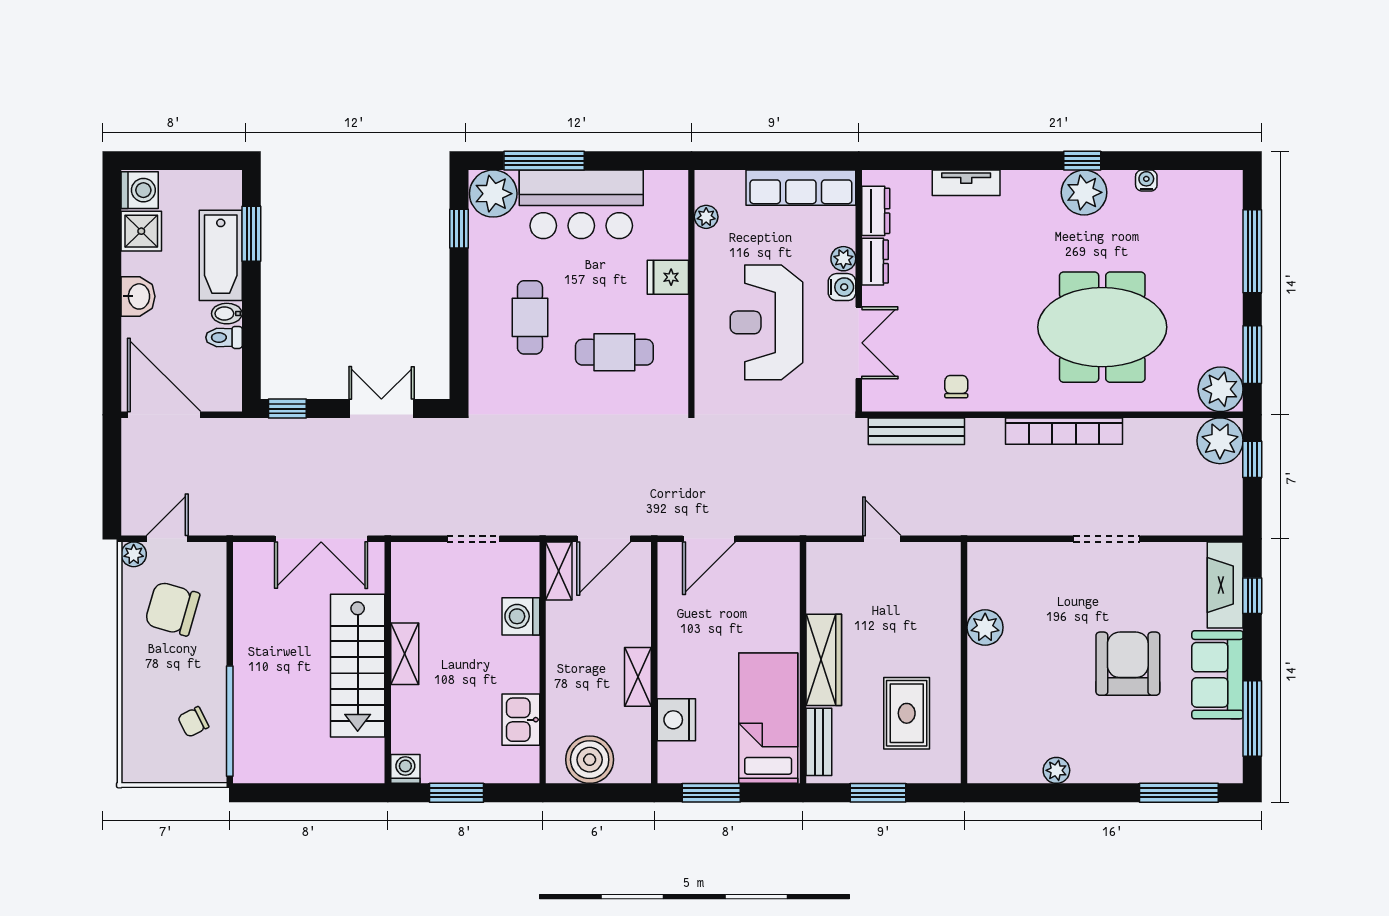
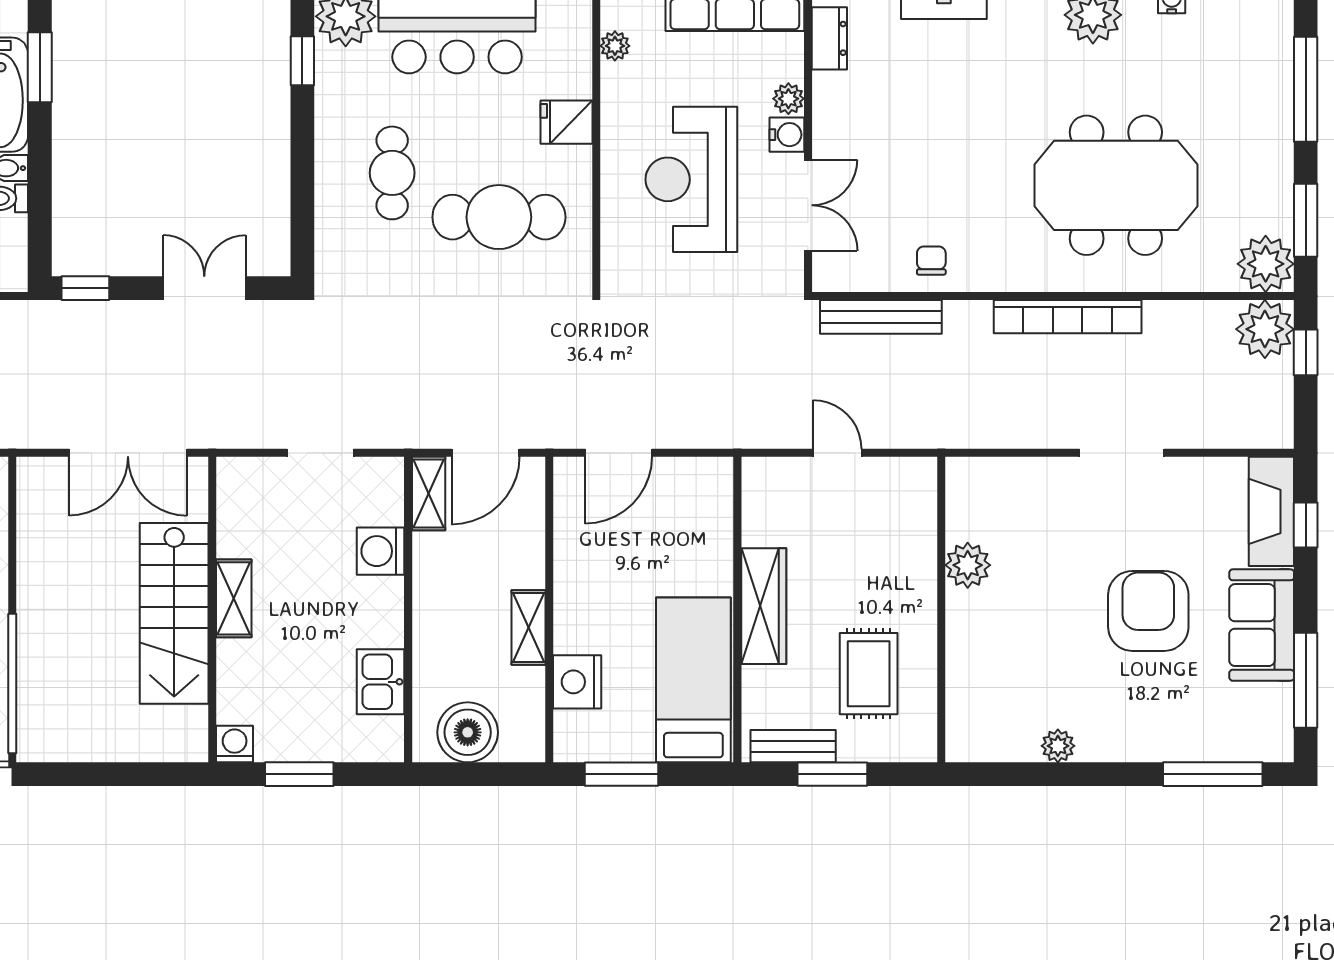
dresser: (875, 262) -> (829, 102), removed
cafe table: (614, 352) -> (499, 217), width x1.37, depth x1.35
bench: (819, 742) -> (793, 746), moved, turned 90

